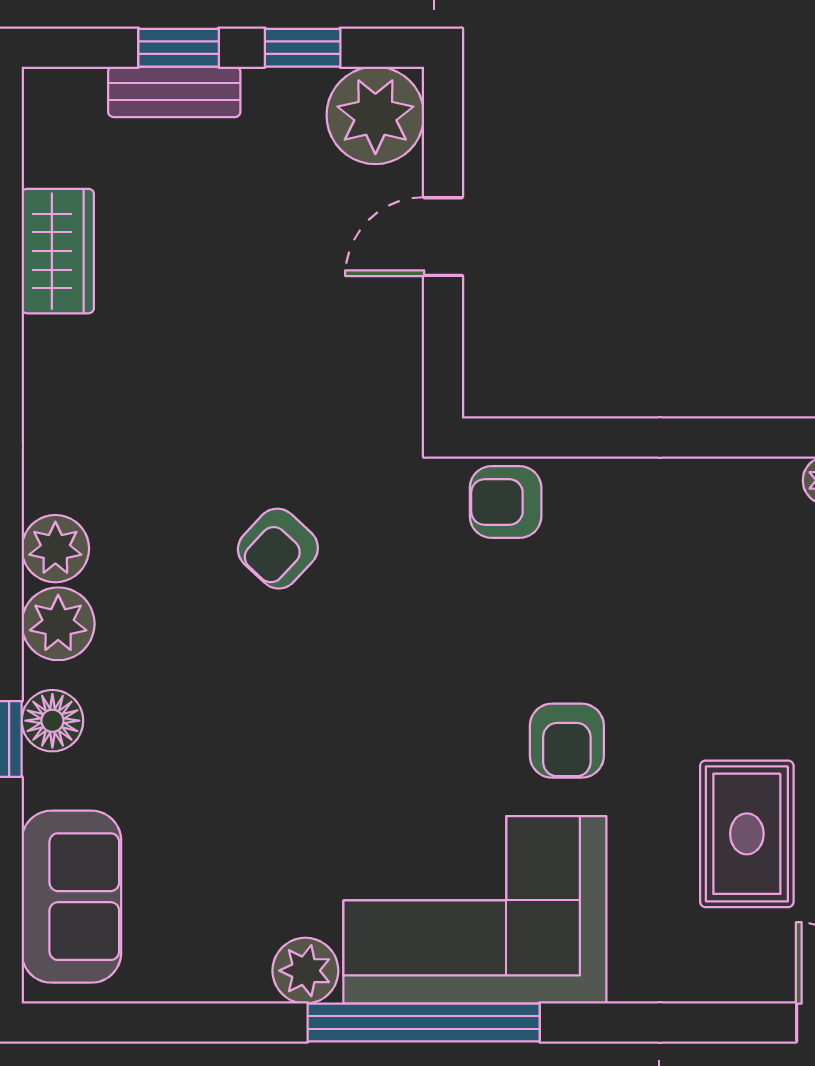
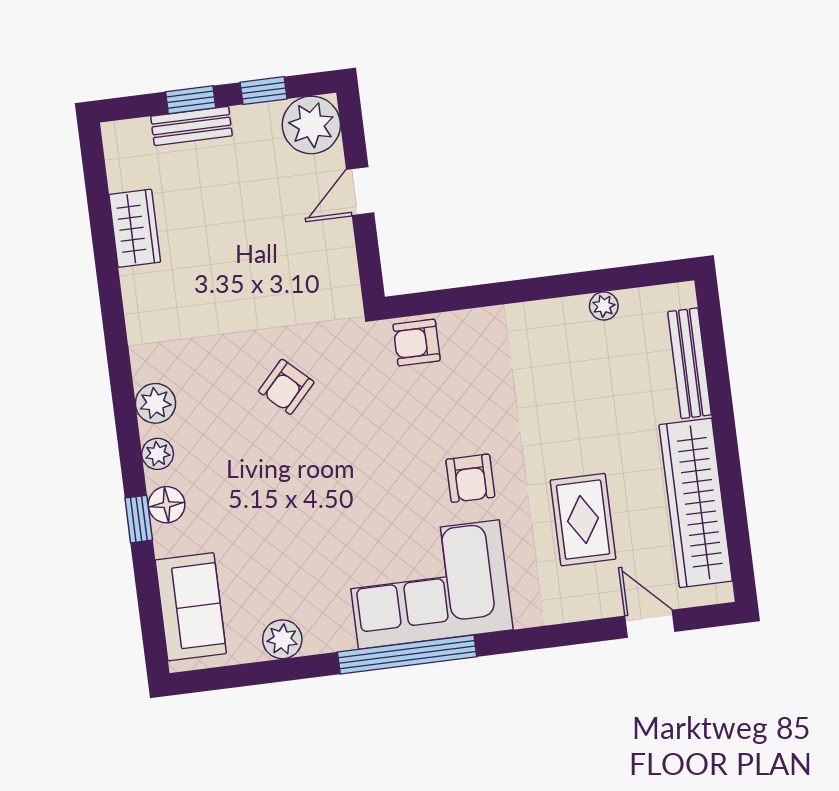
plant: (58, 624) -> (158, 454), width x0.73, depth x0.73
plant: (305, 971) -> (282, 639), moved

